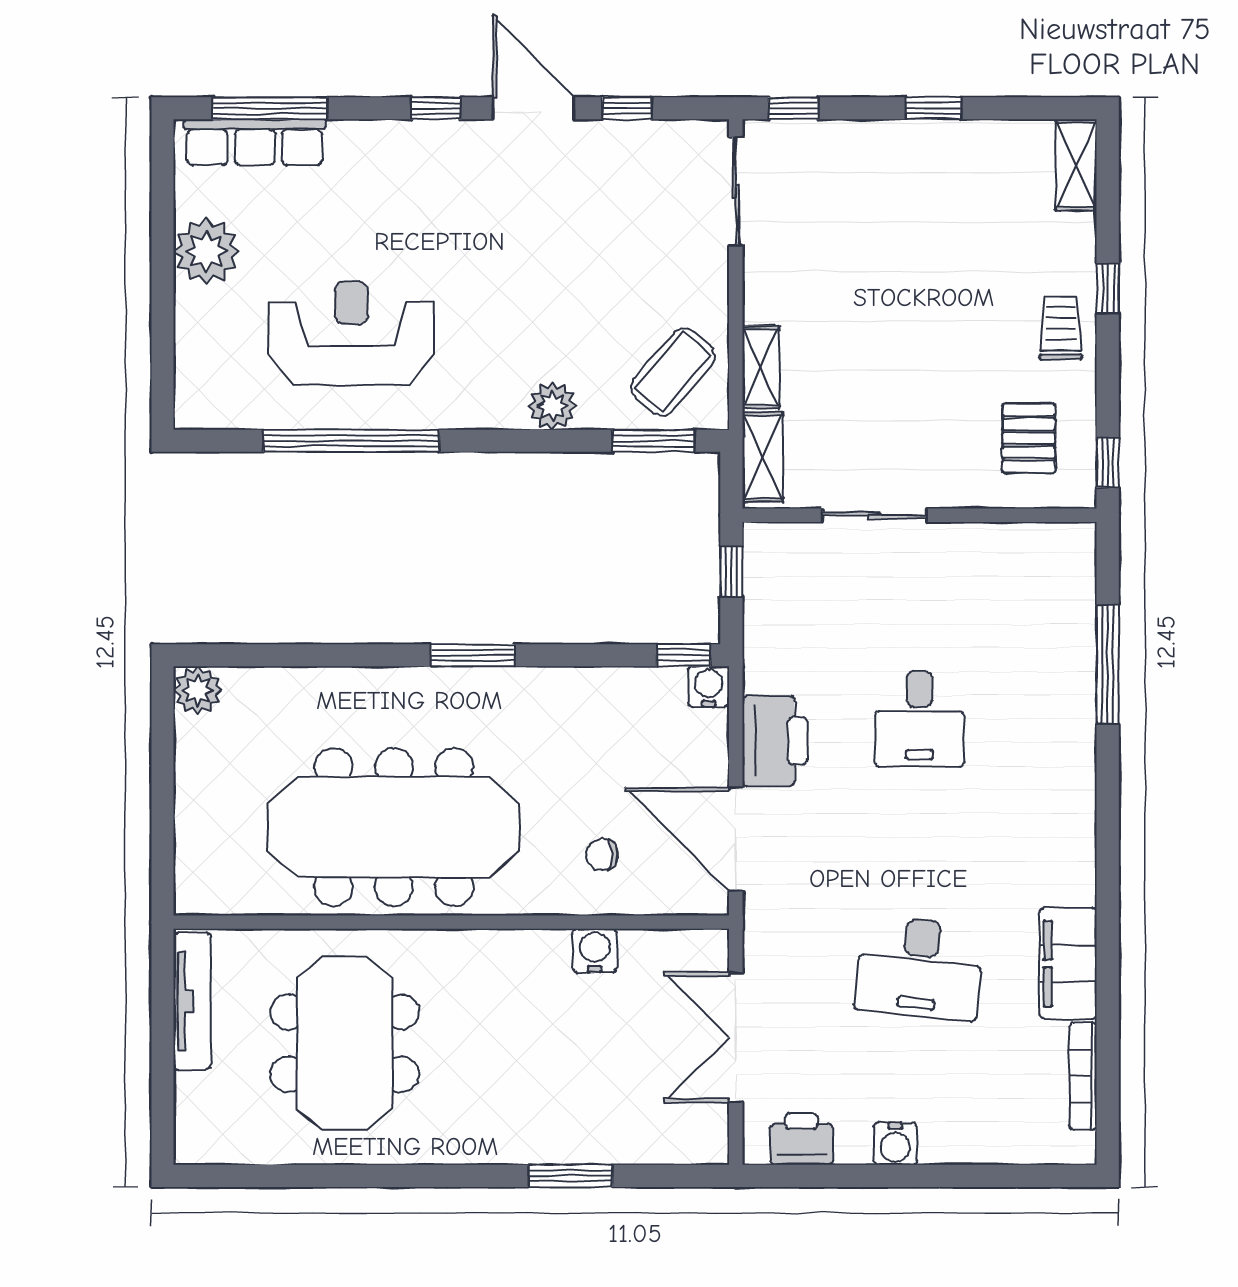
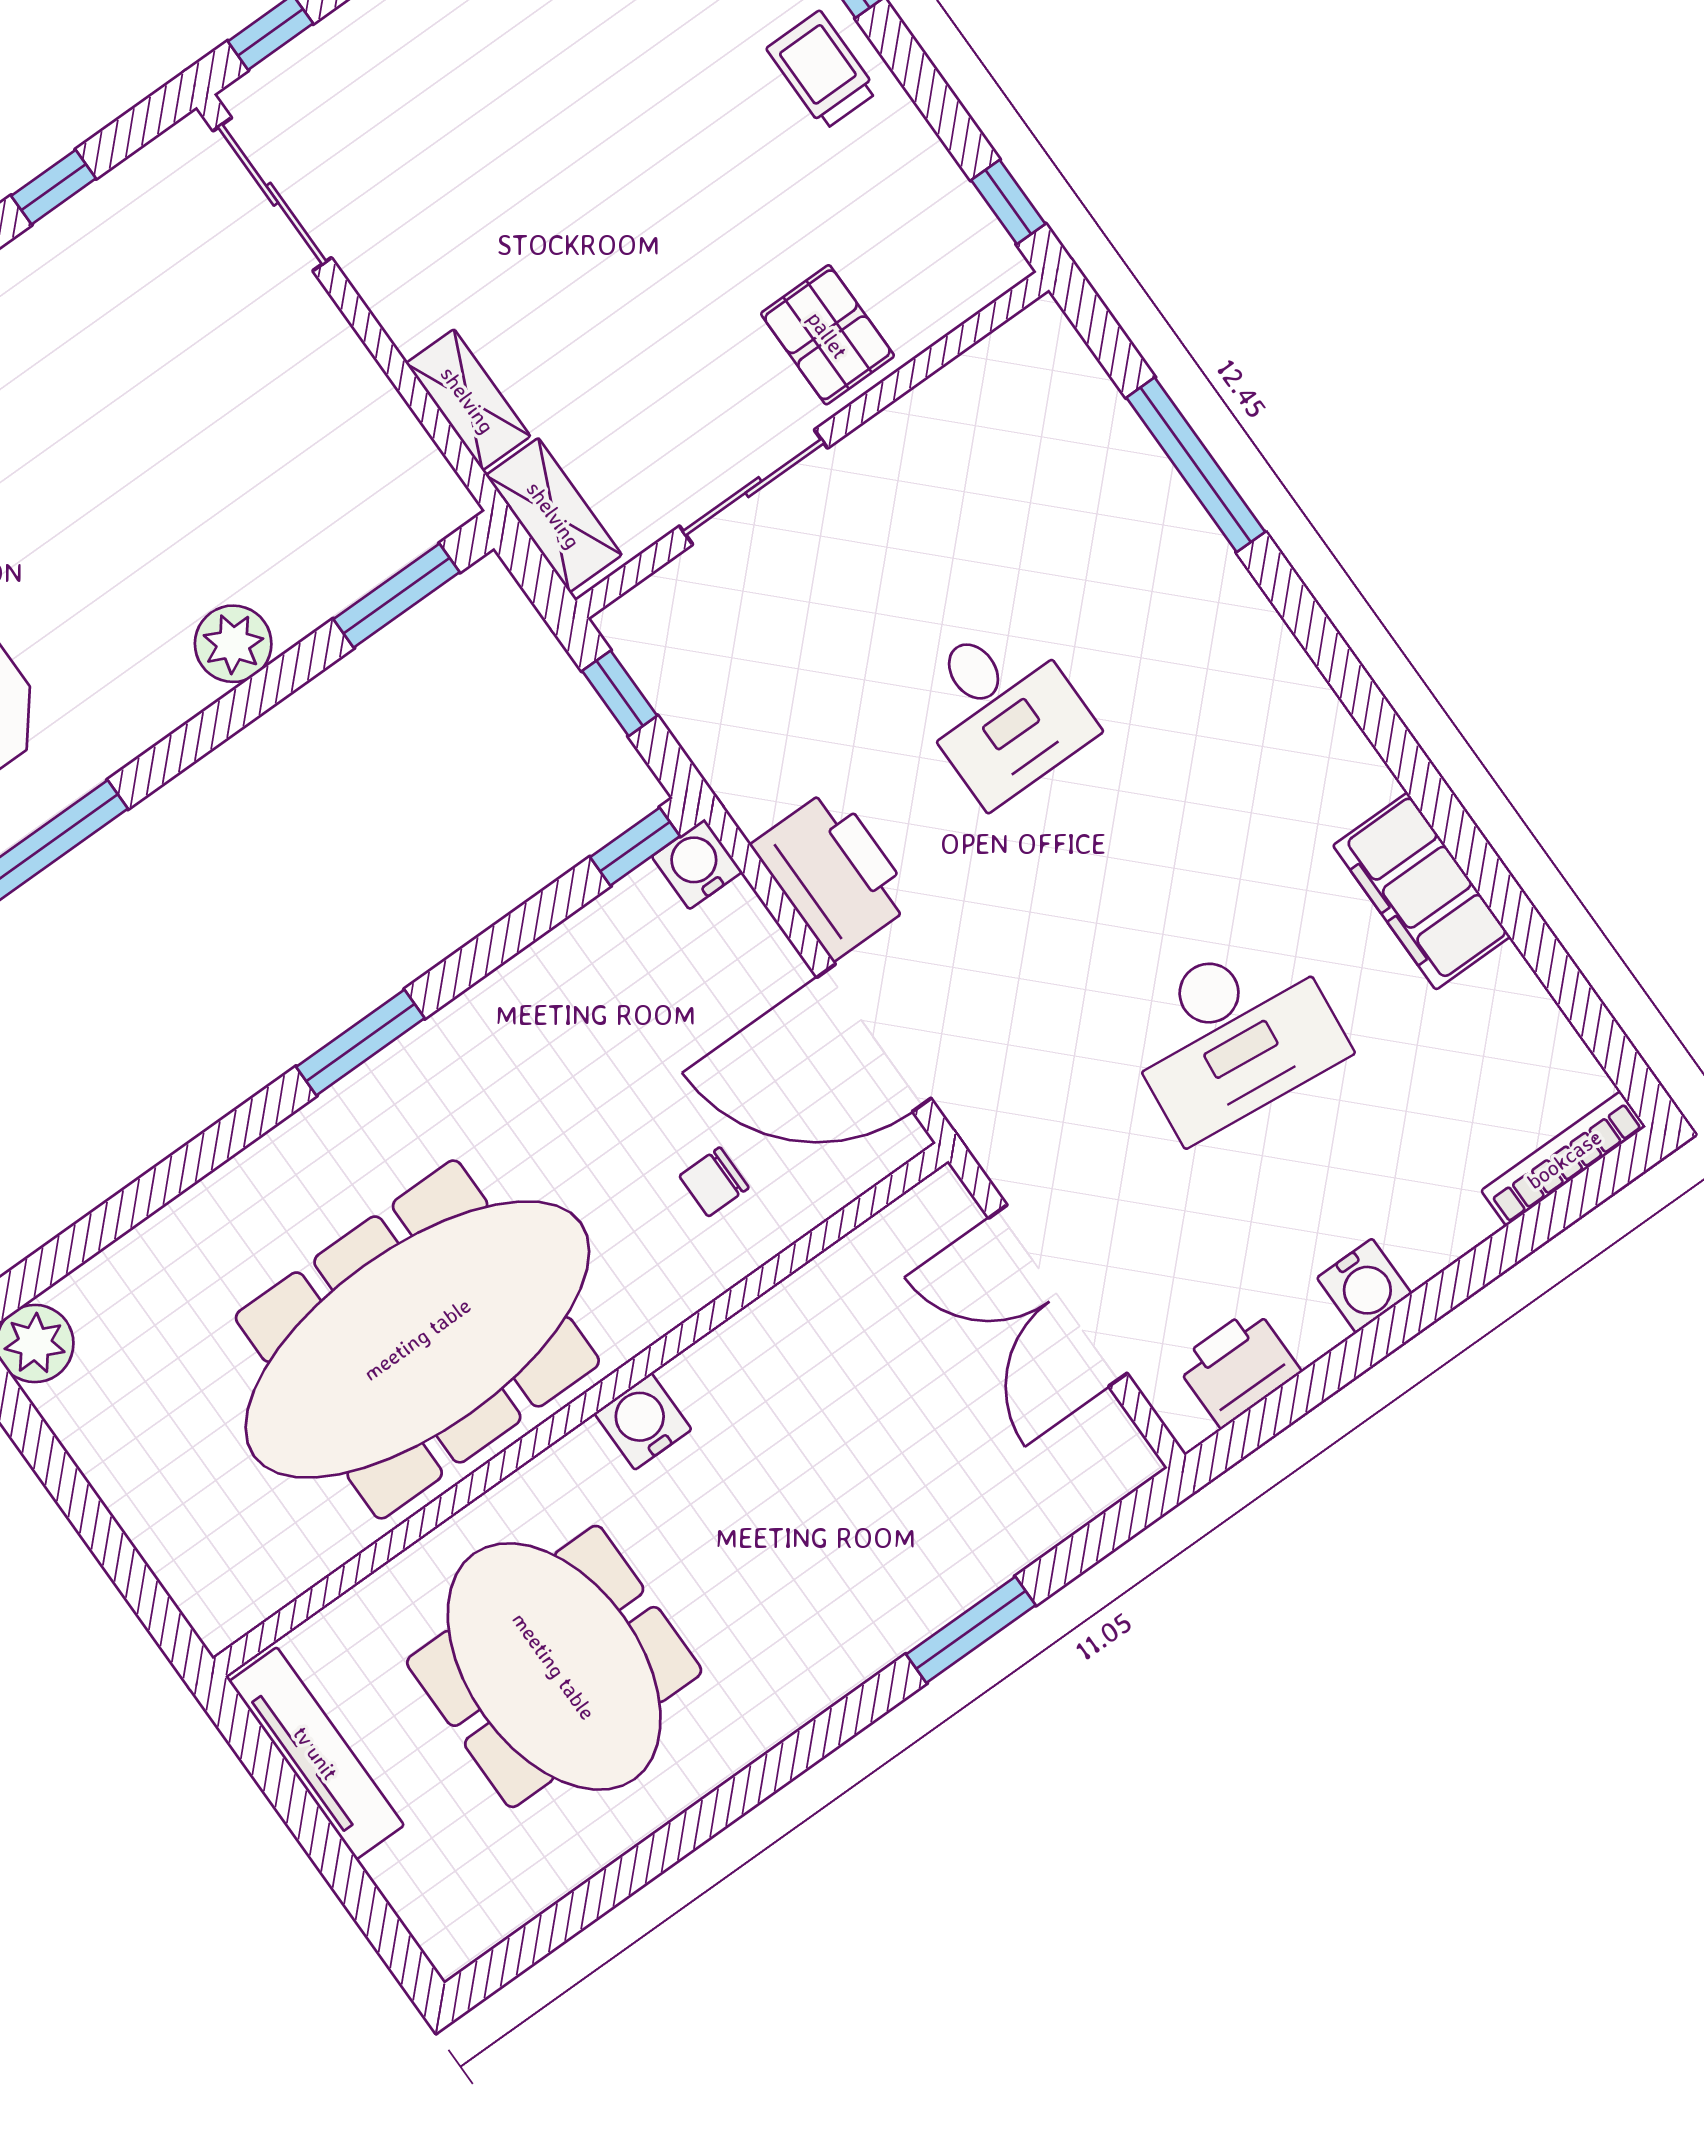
coffee table: (673, 372) -> (358, 488), removed
pallet: (1029, 438) -> (828, 335), moved
water cooler: (595, 951) -> (643, 1421), moved
bookcase: (1083, 1076) -> (1564, 1159), moved, turned 90

